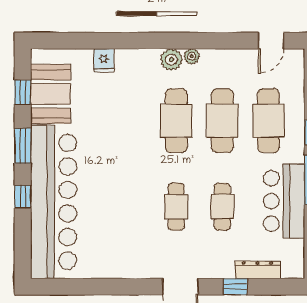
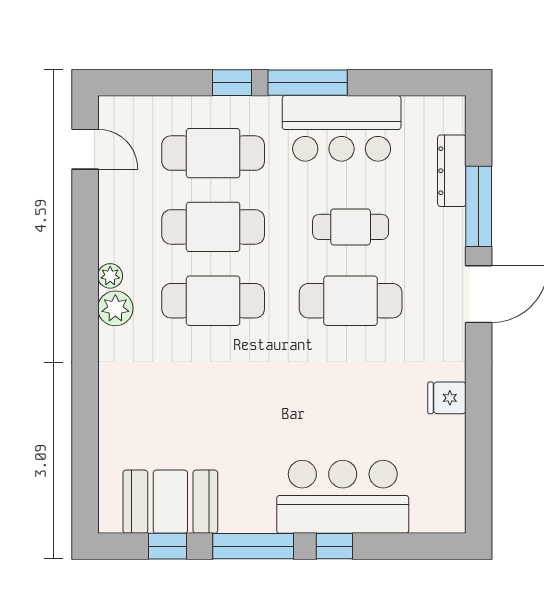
fridge: (104, 60) -> (447, 398), moved, turned 180
window: (23, 146) -> (253, 546), width x1.44
bar counter: (54, 202) -> (343, 497), width x0.54
cafe table: (176, 207) -> (351, 301), width x1.37, depth x1.35
window: (235, 287) -> (479, 206), width x2.17

